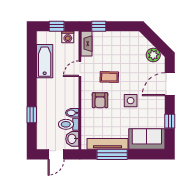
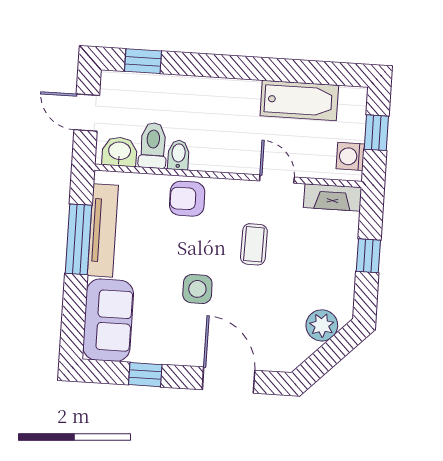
window: (99, 26) -> (368, 256), moved
plant: (153, 55) -> (322, 325), moved
armchair: (100, 100) -> (187, 199), moved
window: (32, 115) -> (143, 61), moved

